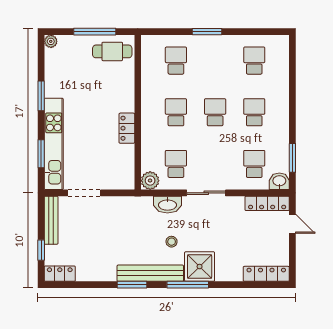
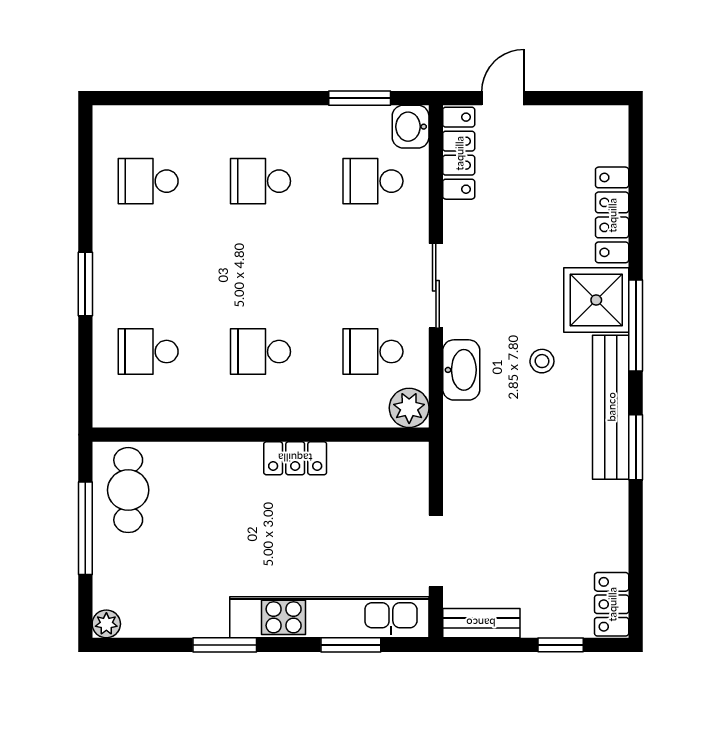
school desk: (215, 112) -> (261, 266), removed
bench: (51, 220) -> (481, 623), width x0.73
locker: (266, 274) -> (612, 215), moved

